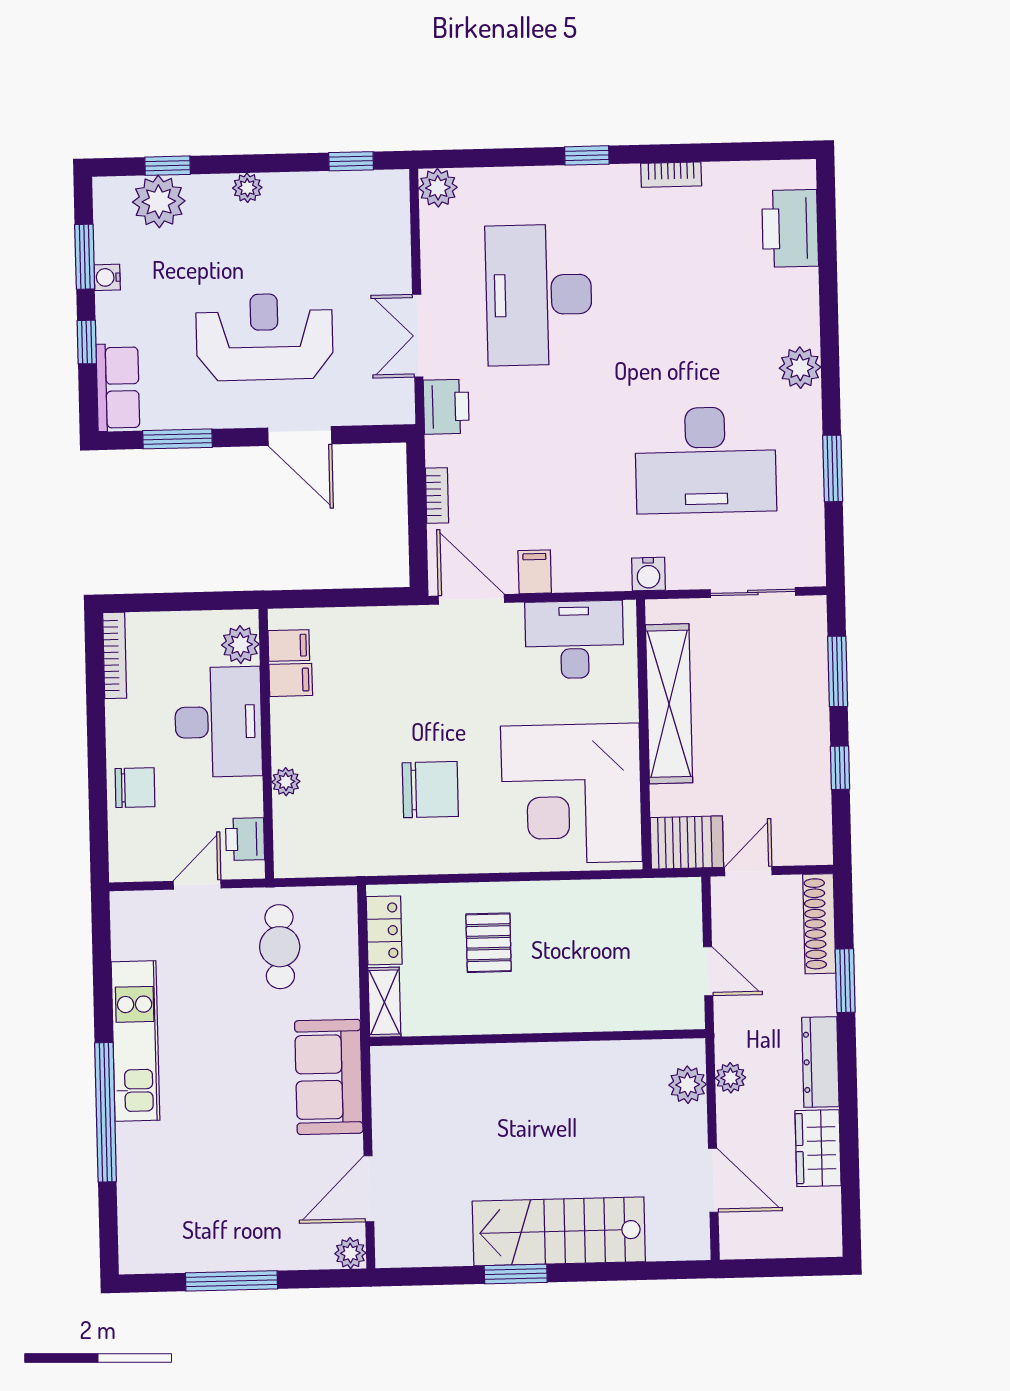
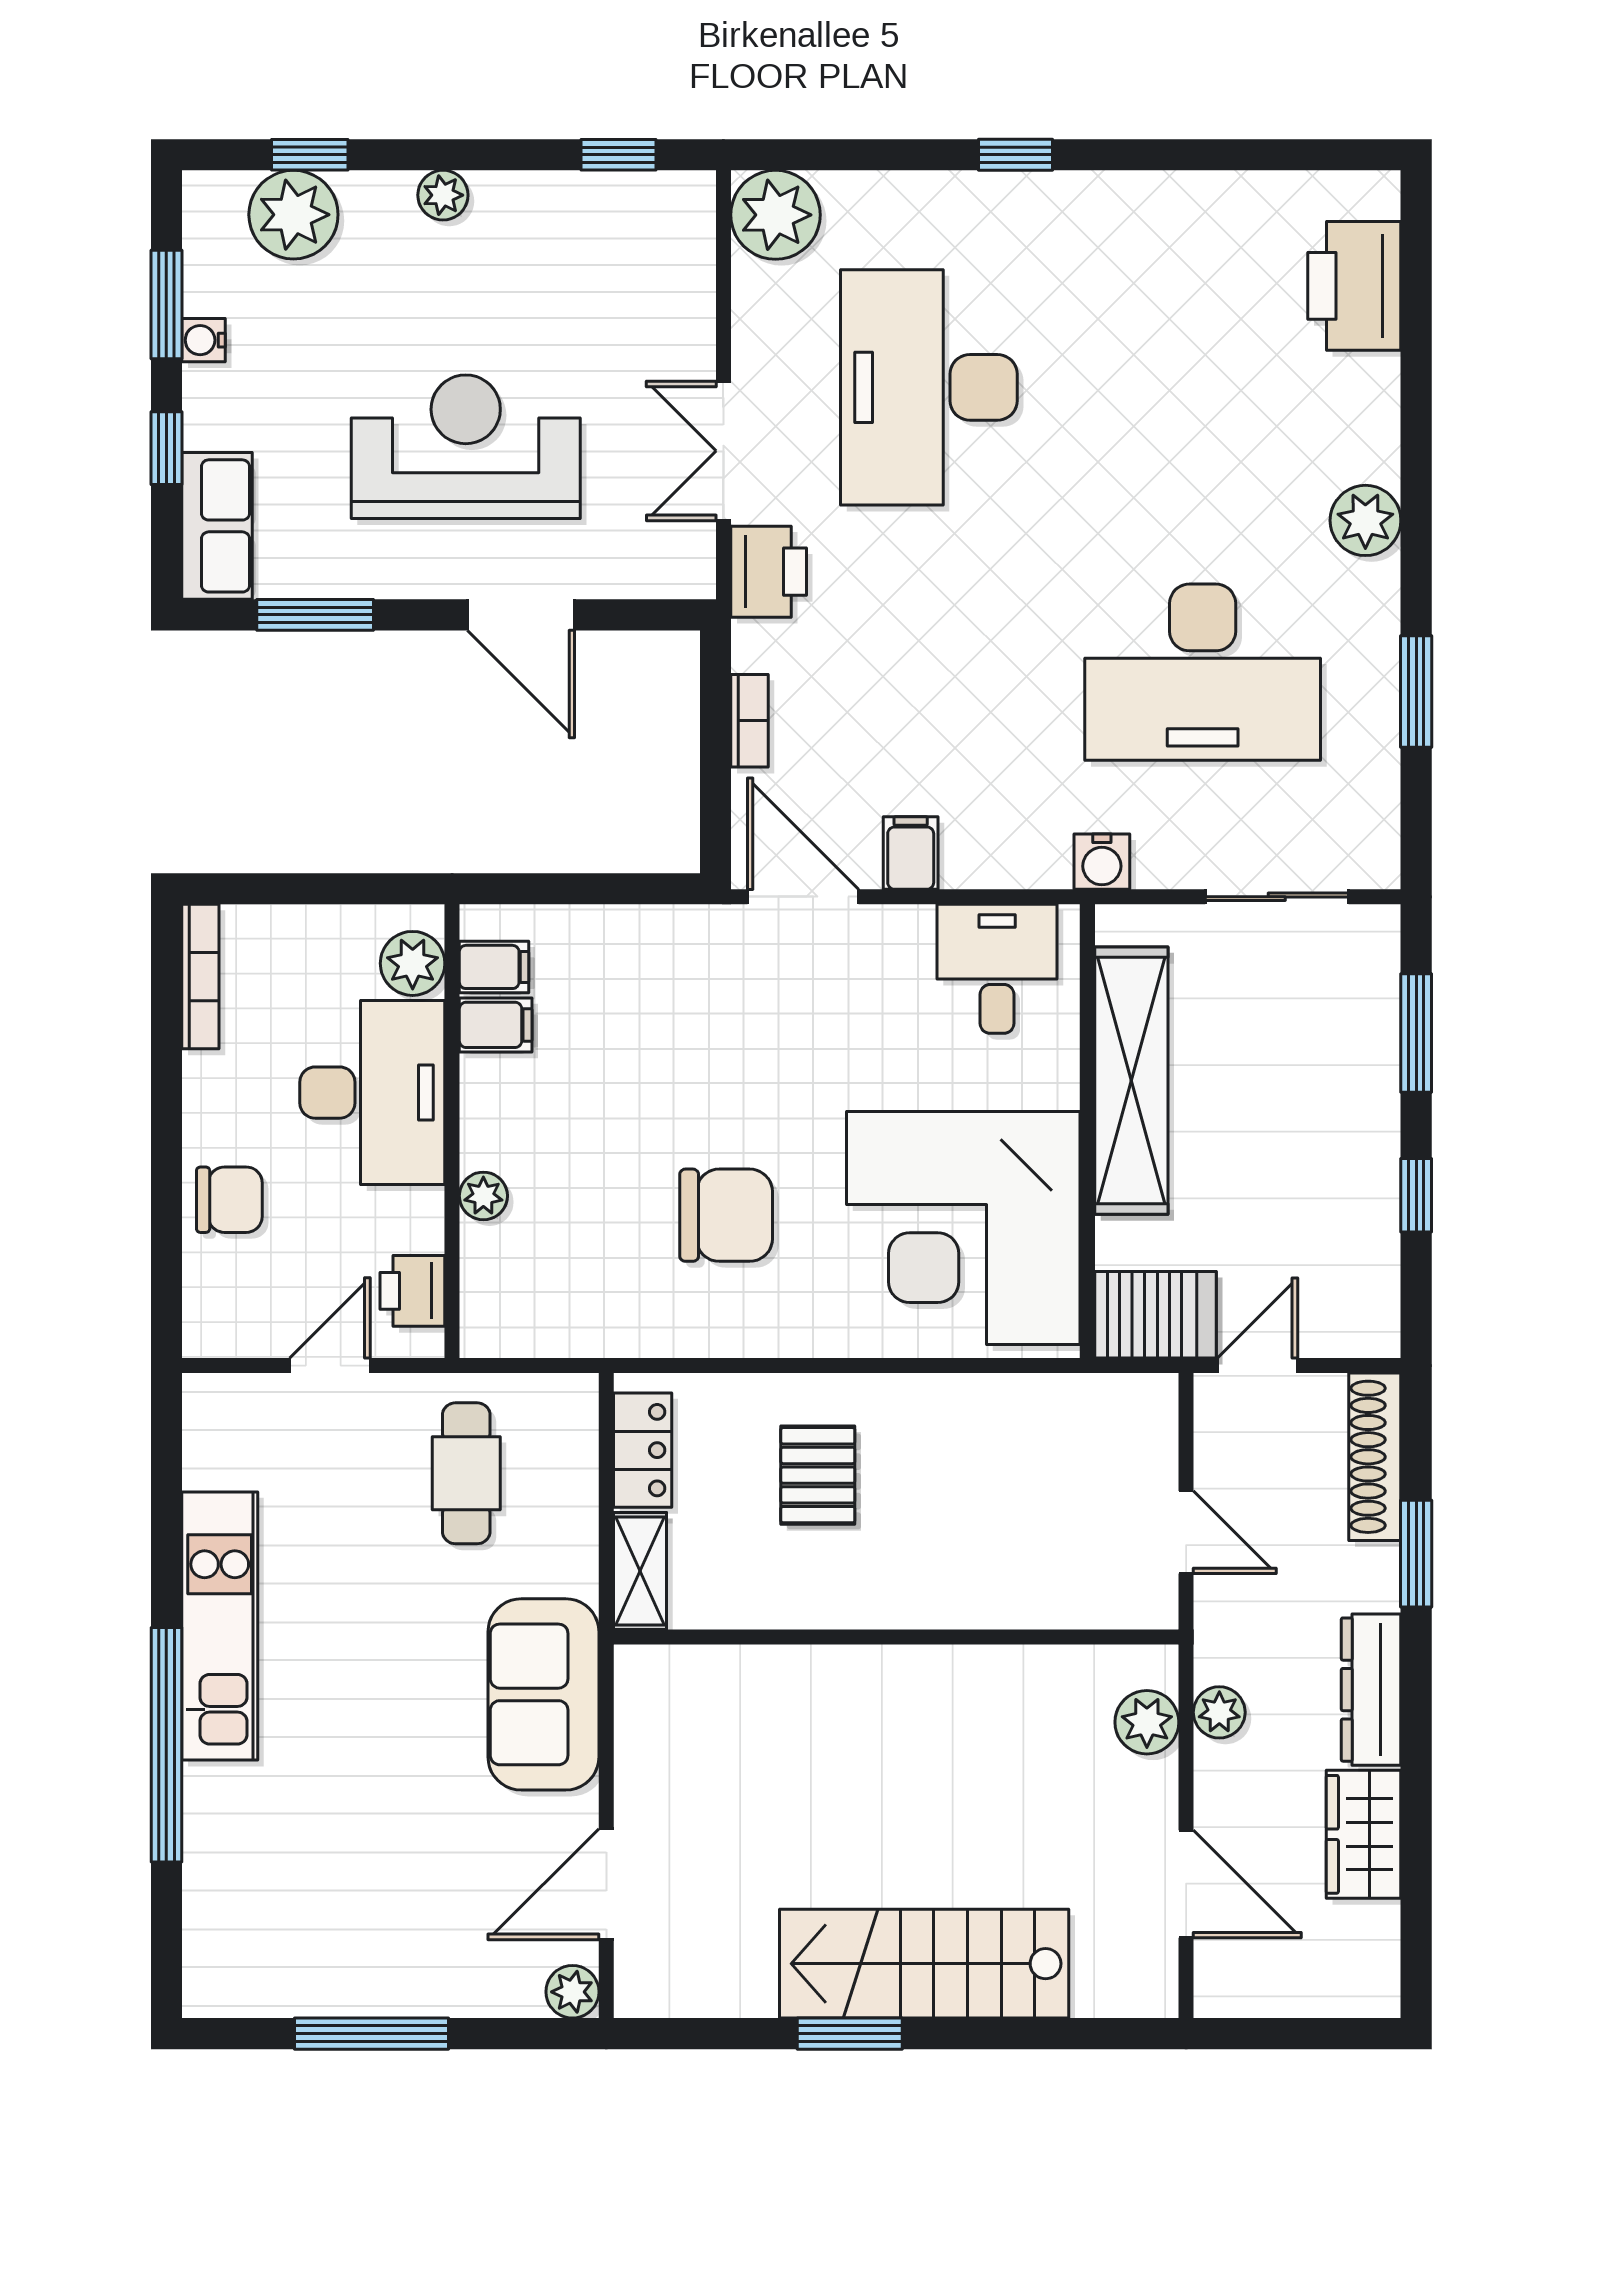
bookcase: (671, 175) -> (1157, 190), removed
plant: (438, 188) -> (776, 215), width x1.36, depth x1.36
desk: (574, 640) -> (997, 969), width x0.73

